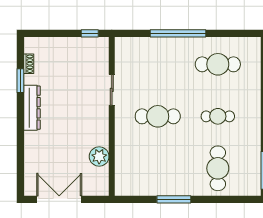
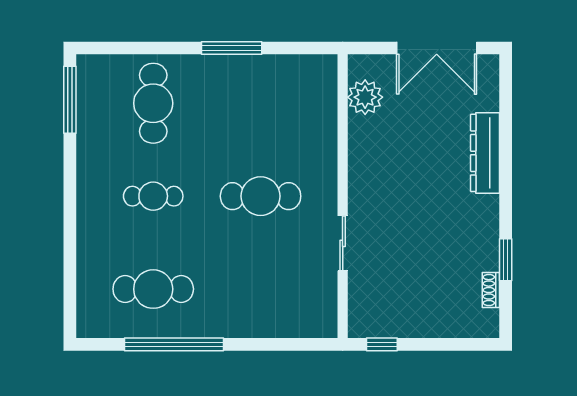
window: (178, 33) -> (174, 344), moved
dresser: (32, 108) -> (485, 153), moved
plant: (99, 157) -> (365, 97), moved

